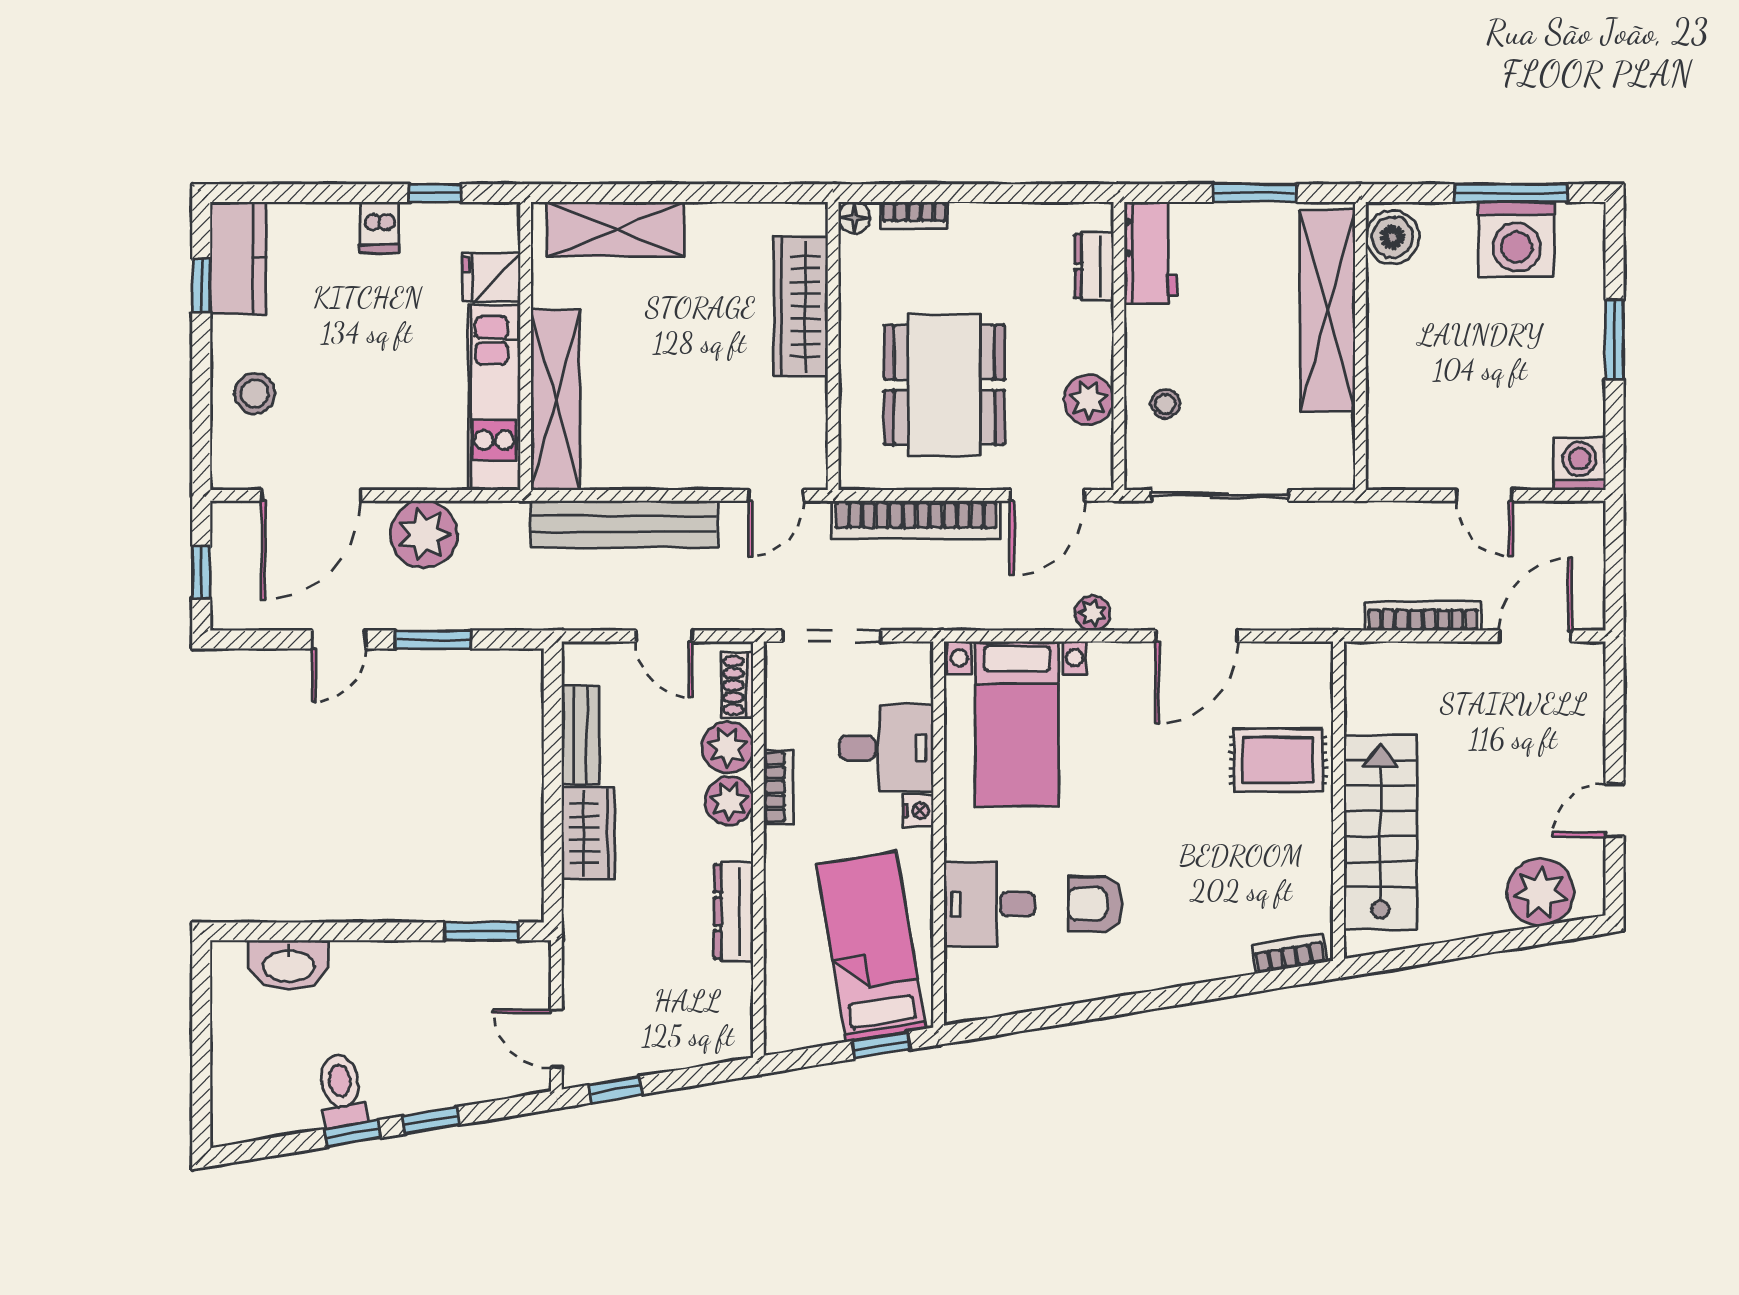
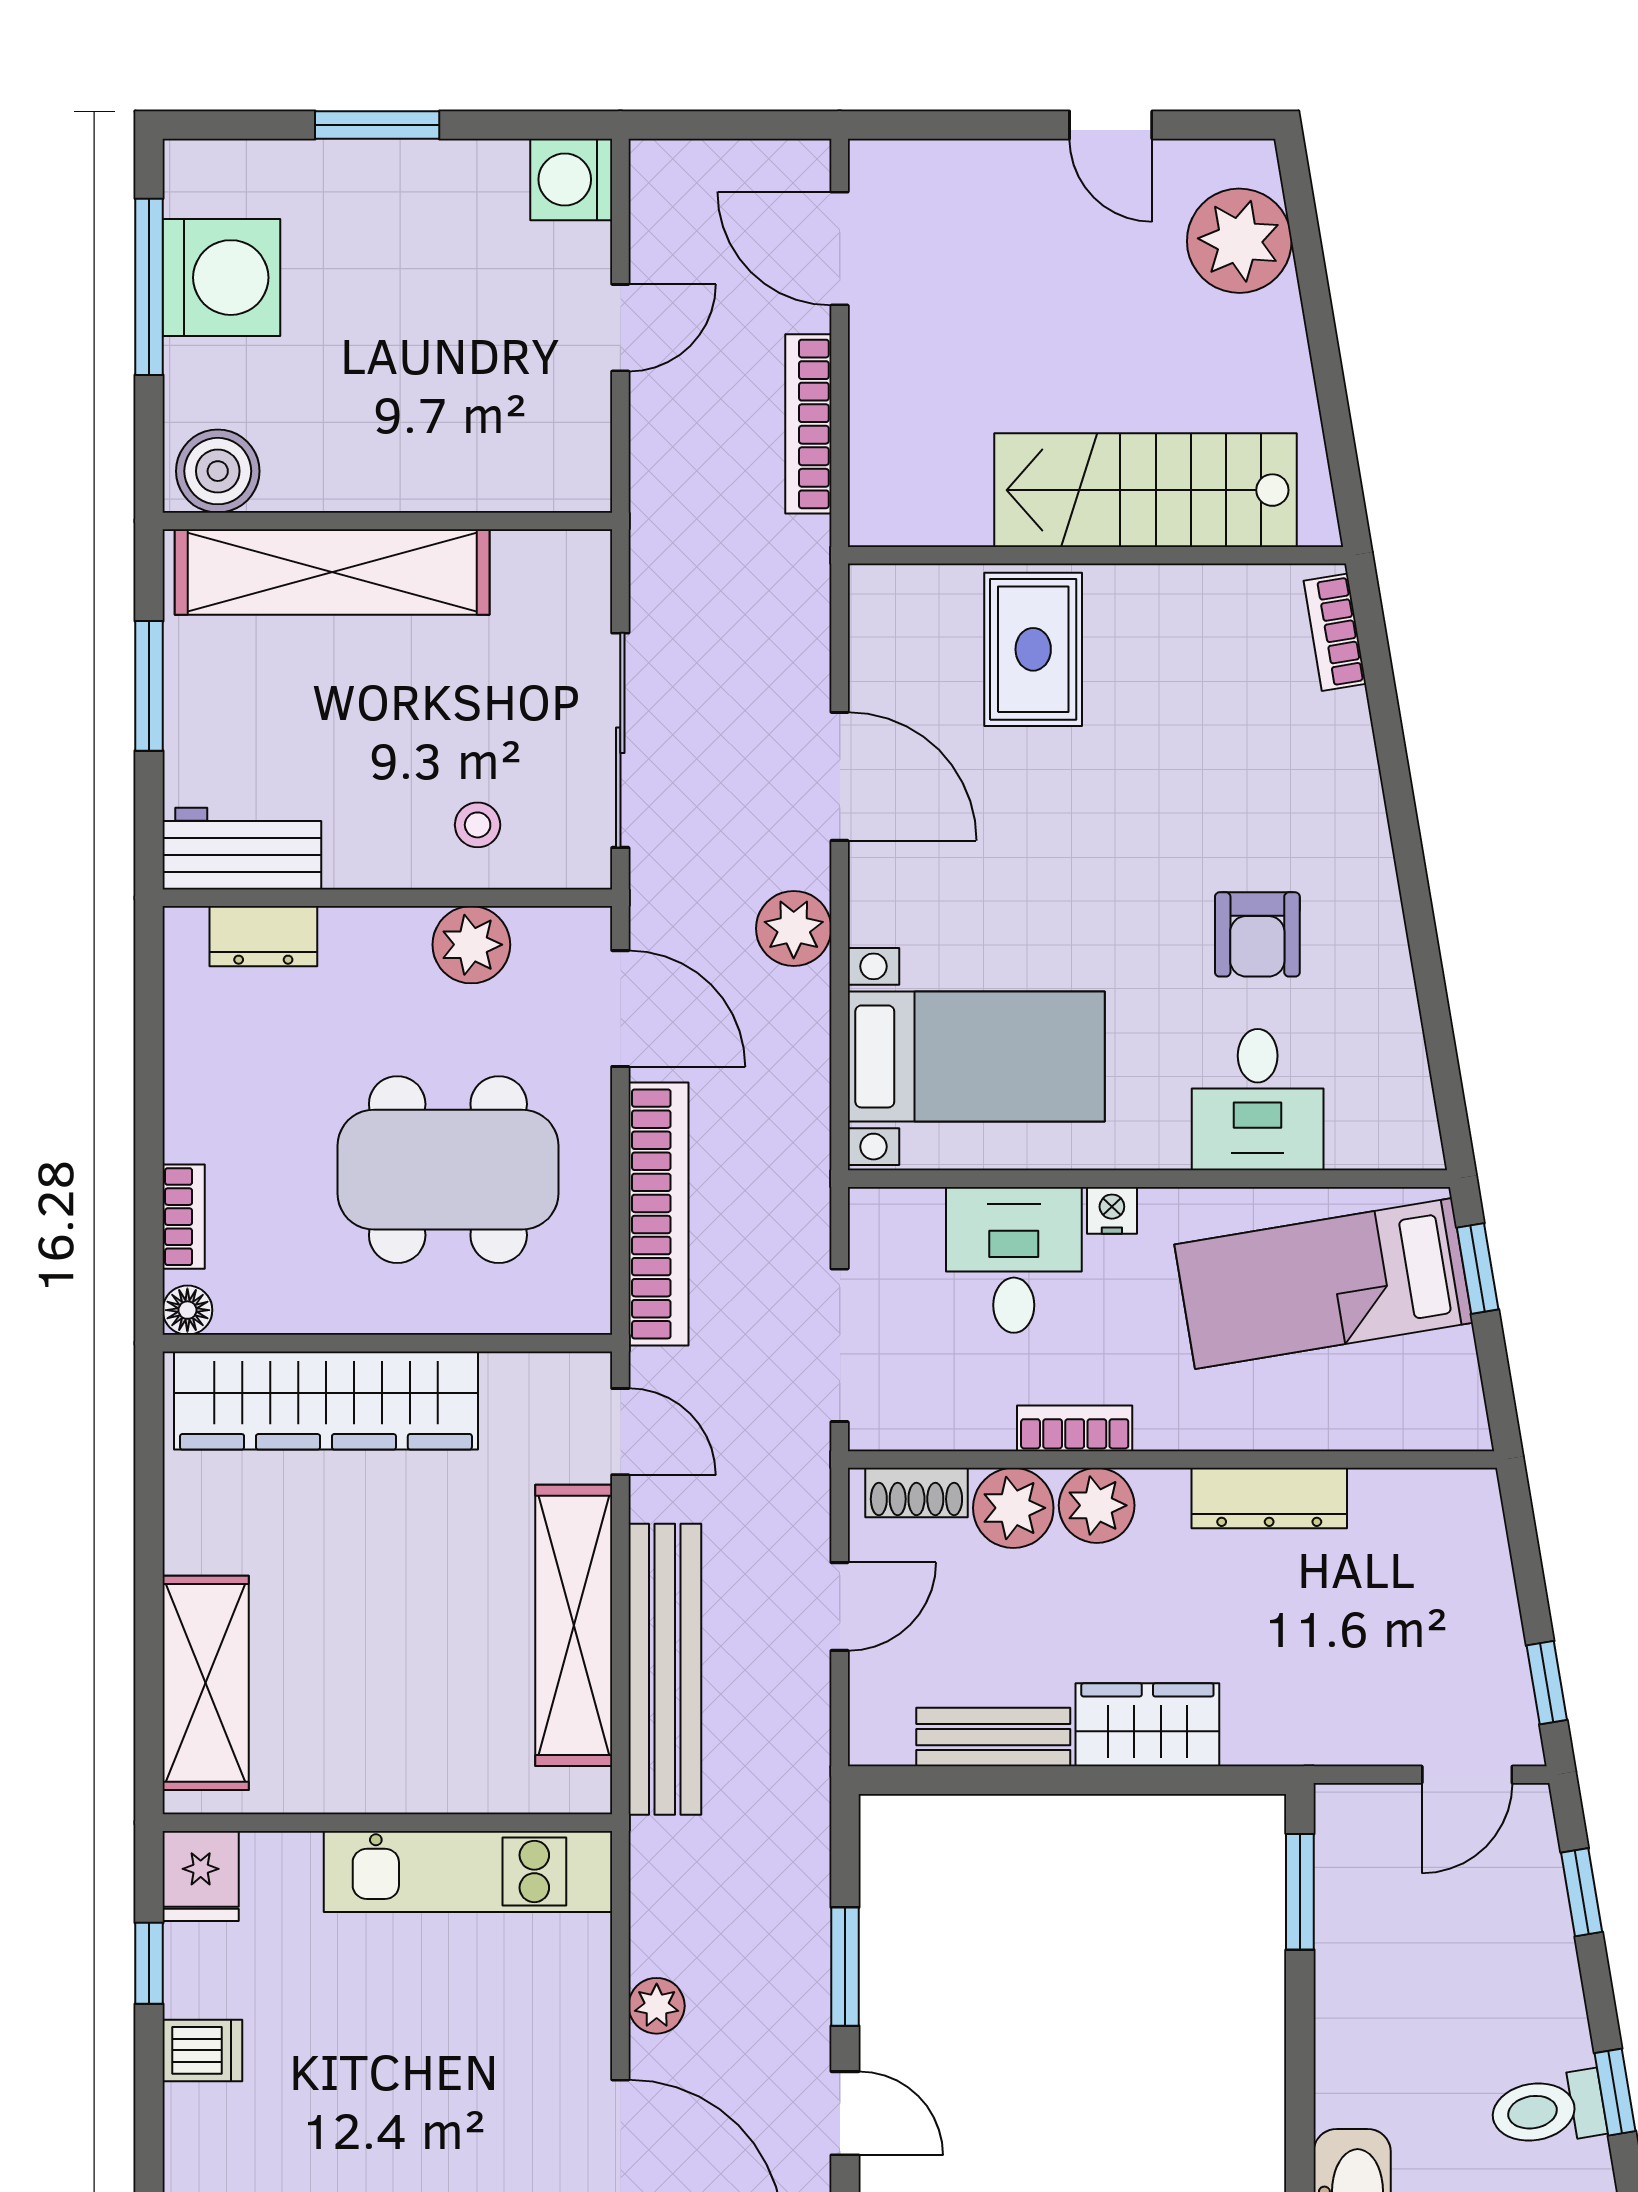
fridge: (491, 277) -> (201, 1876), moved
wardrobe: (801, 307) -> (326, 1400), width x1.40, depth x1.17
shelving: (555, 400) -> (574, 1625), moved, turned 90
plant: (424, 534) -> (657, 2006), width x0.53, depth x0.53
plant: (1093, 613) -> (794, 928), width x1.38, depth x1.38
window: (430, 1120) -> (1582, 1892), moved

